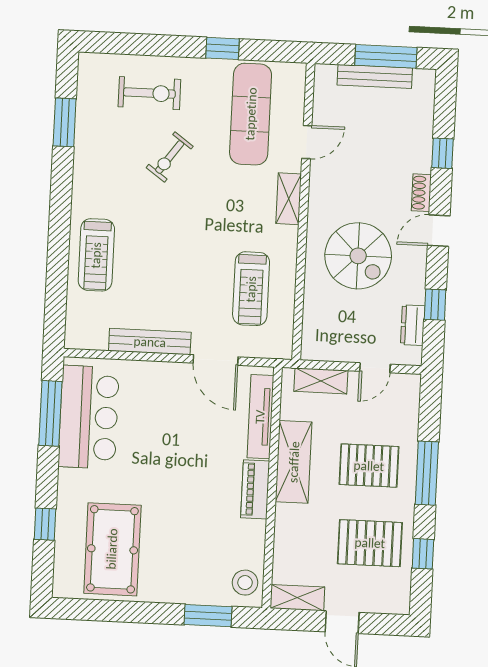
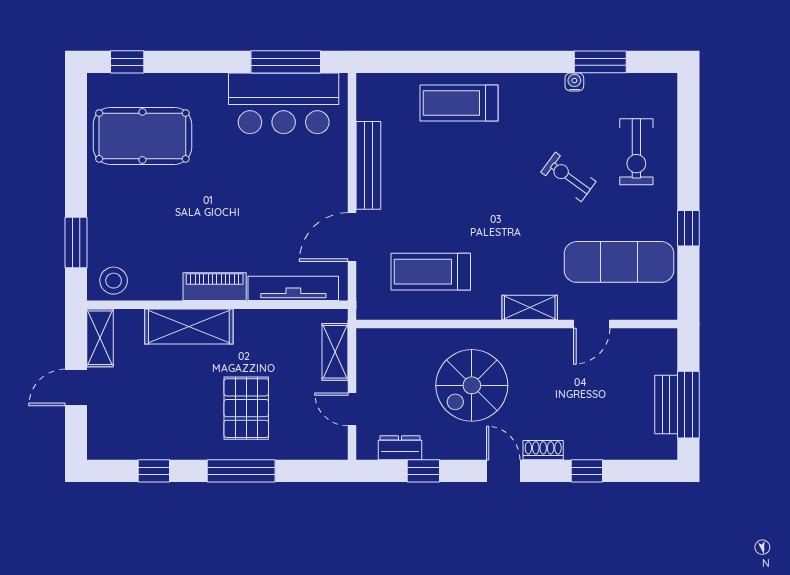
bench: (375, 76) -> (666, 405), width x0.73
door: (307, 142) -> (592, 324), hinge flipped
water cooler: (82, 147) -> (574, 82), added
shelving: (294, 462) -> (189, 327), moved
window: (45, 524) -> (127, 62), moved
pallet: (370, 543) -> (163, 413), removed

